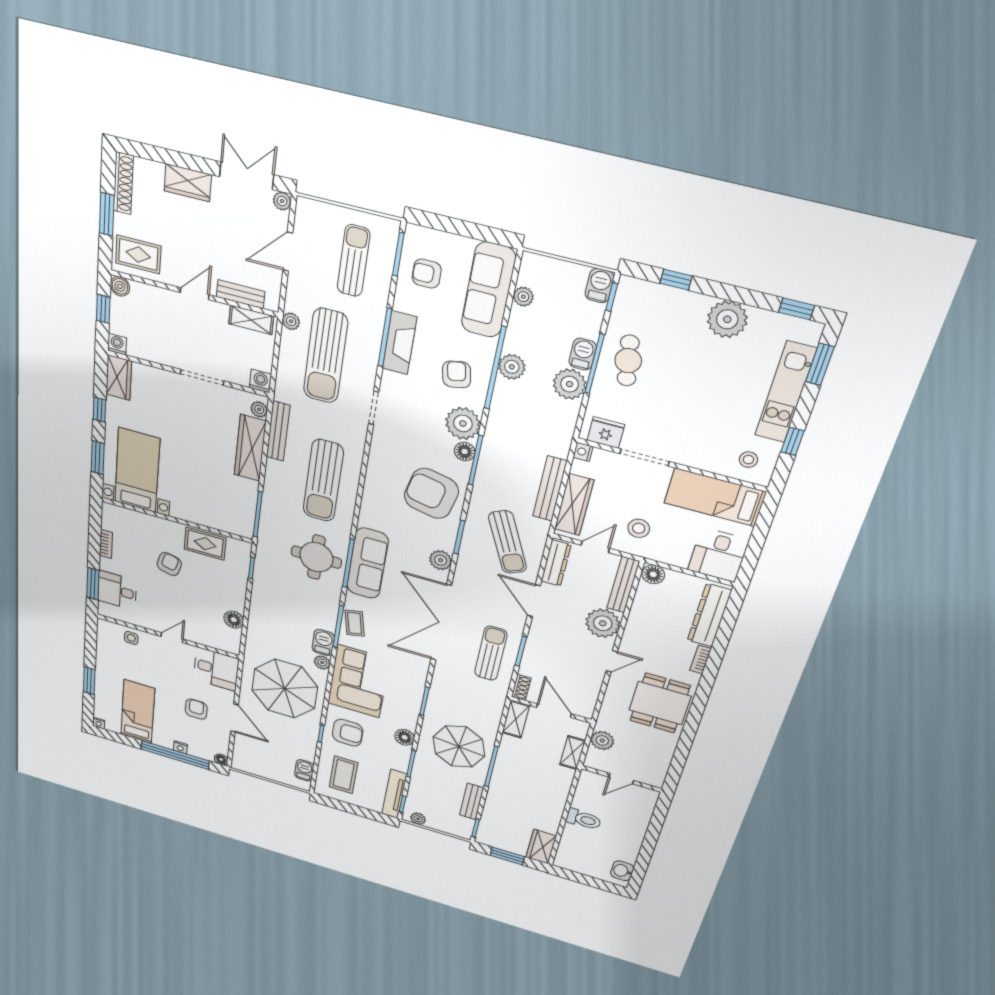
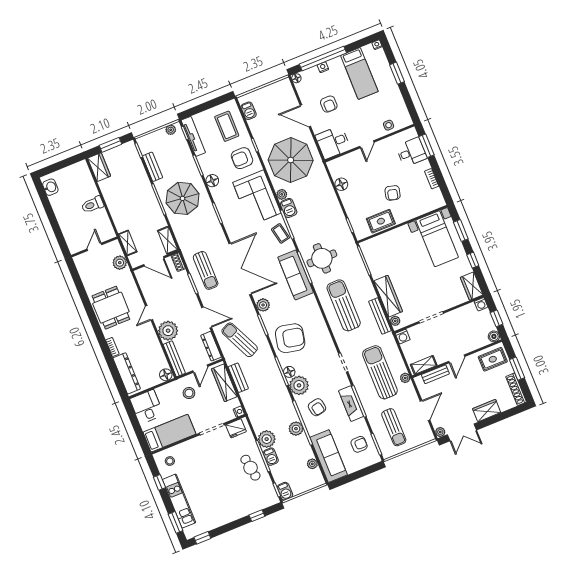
plant: (727, 319) -> (225, 514), removed
bench: (550, 489) -> (238, 378), width x0.73

